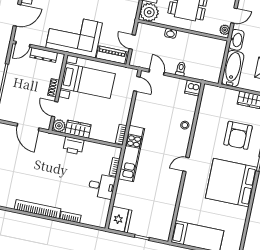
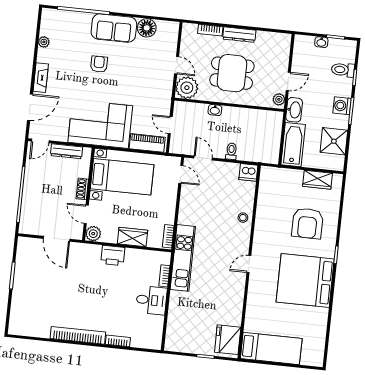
wardrobe: (78, 129) -> (133, 237), moved
fridge: (120, 219) -> (228, 340), moved, turned 180

